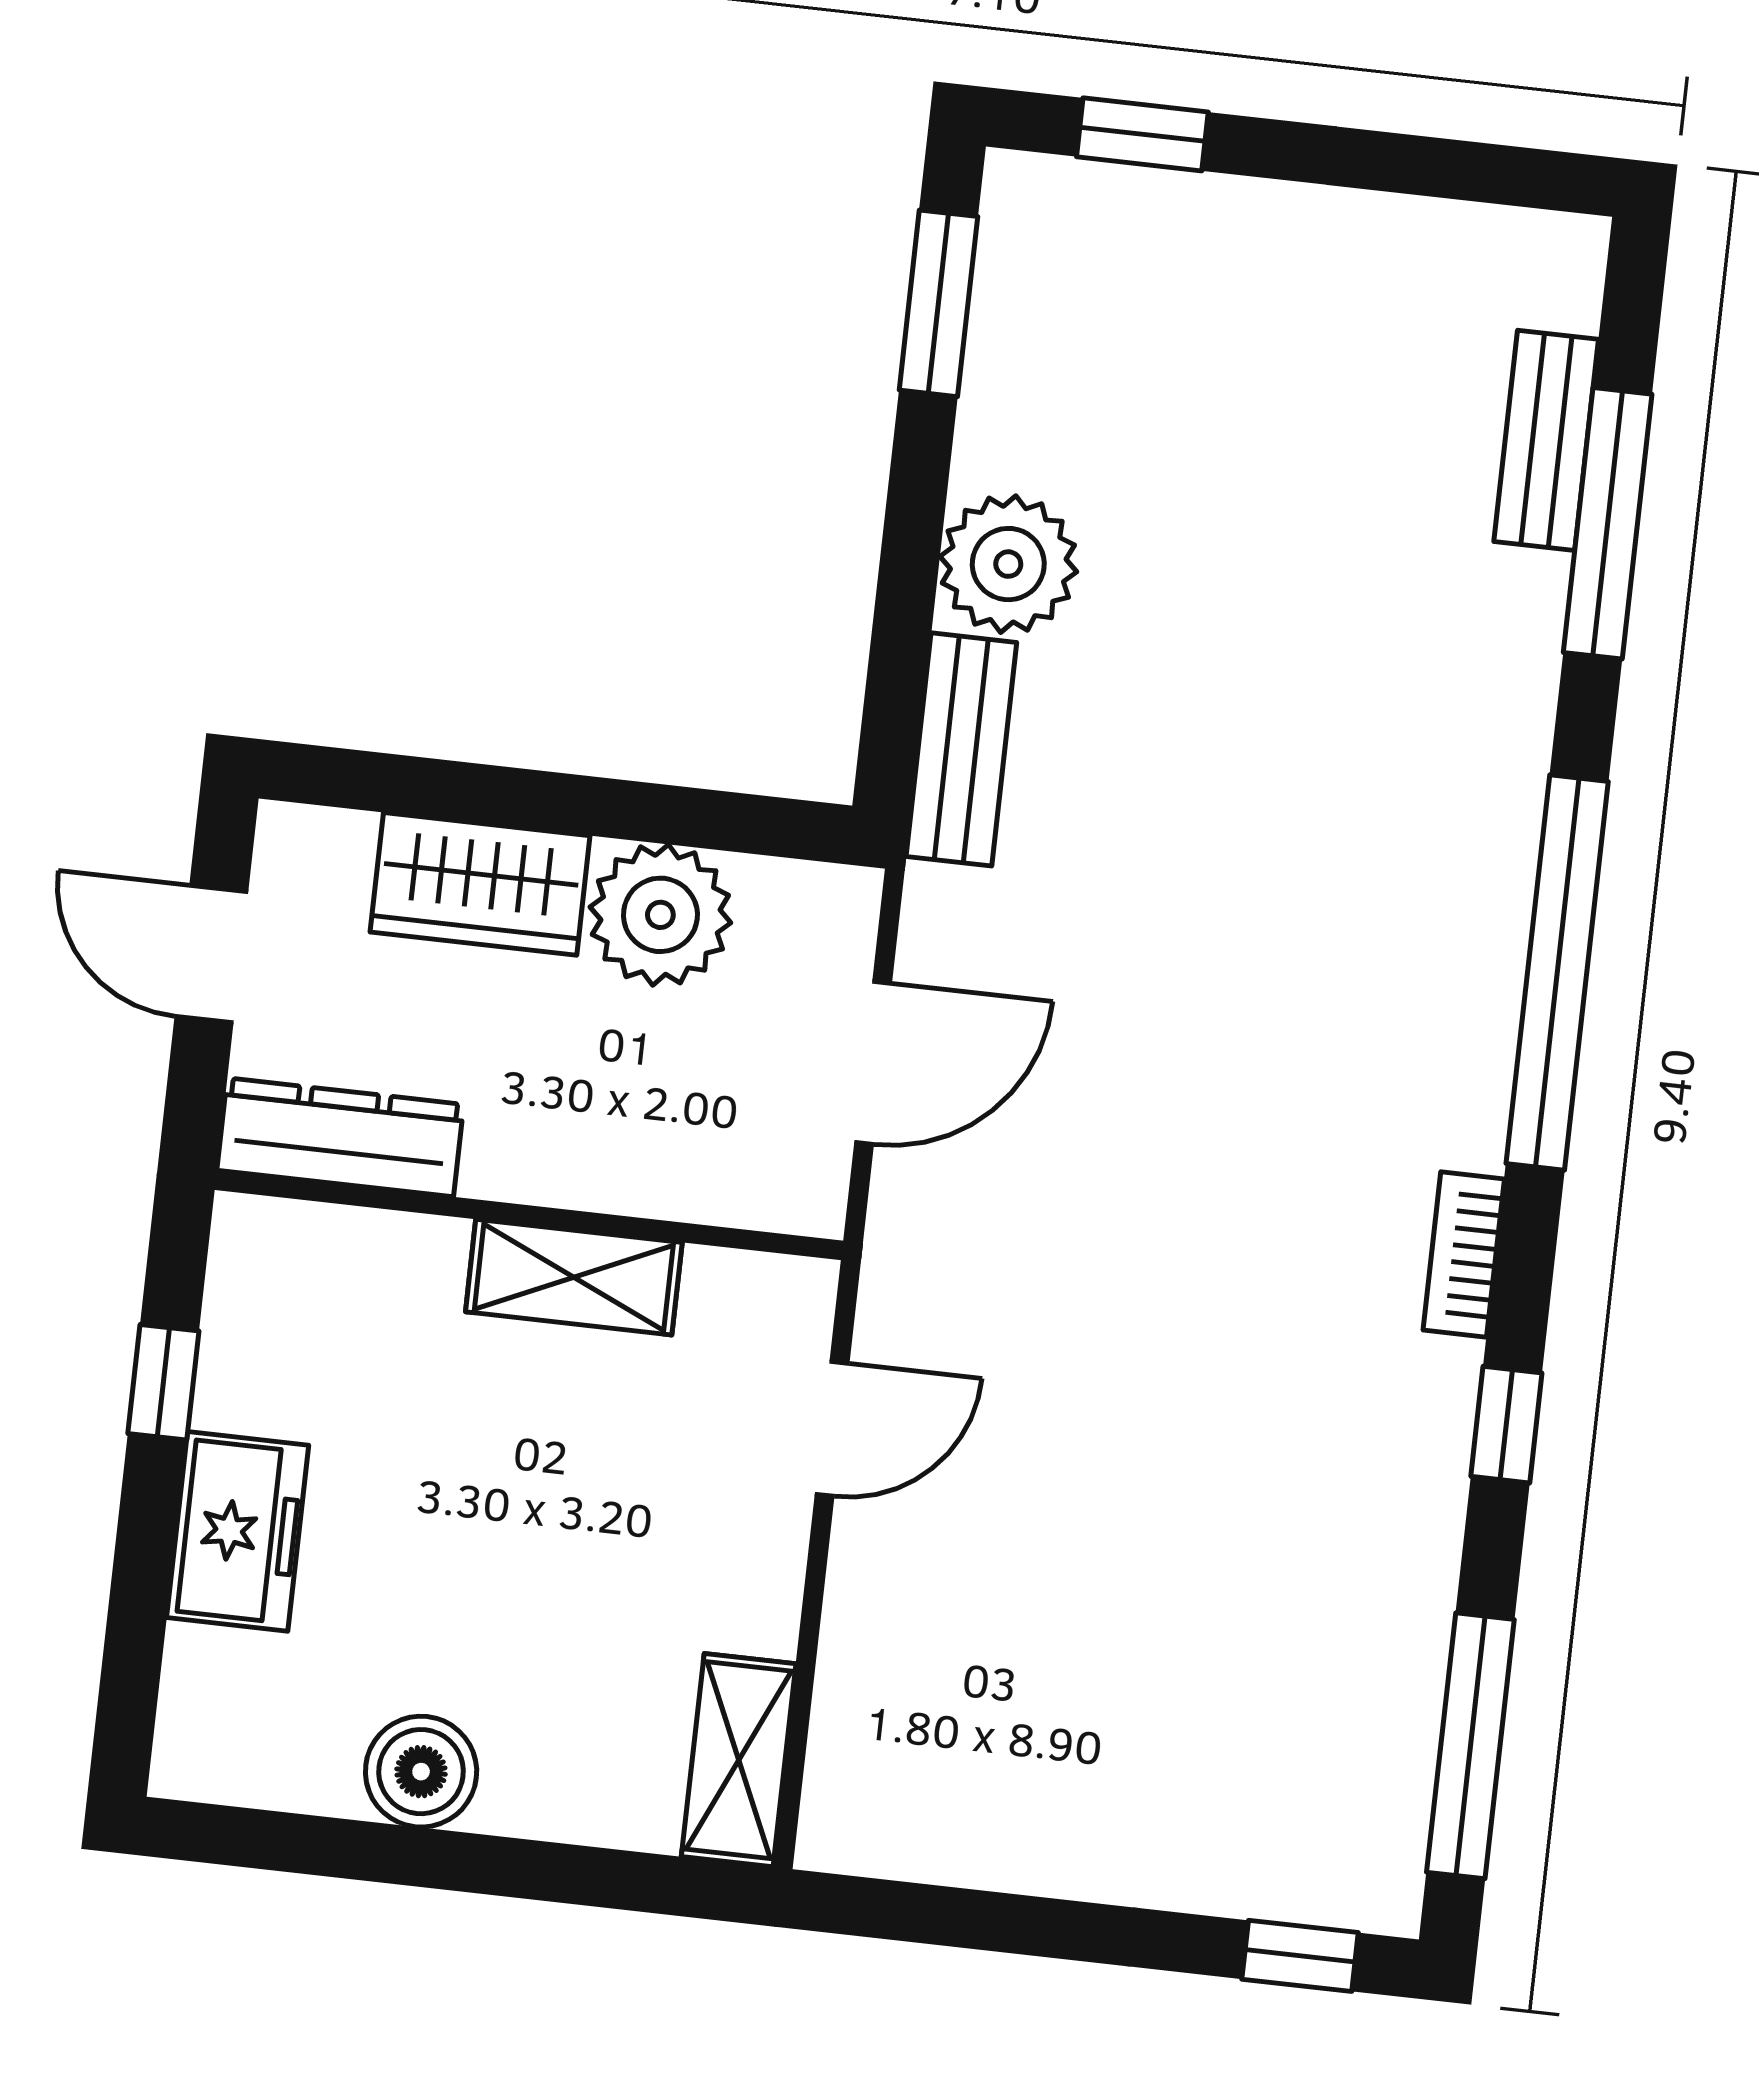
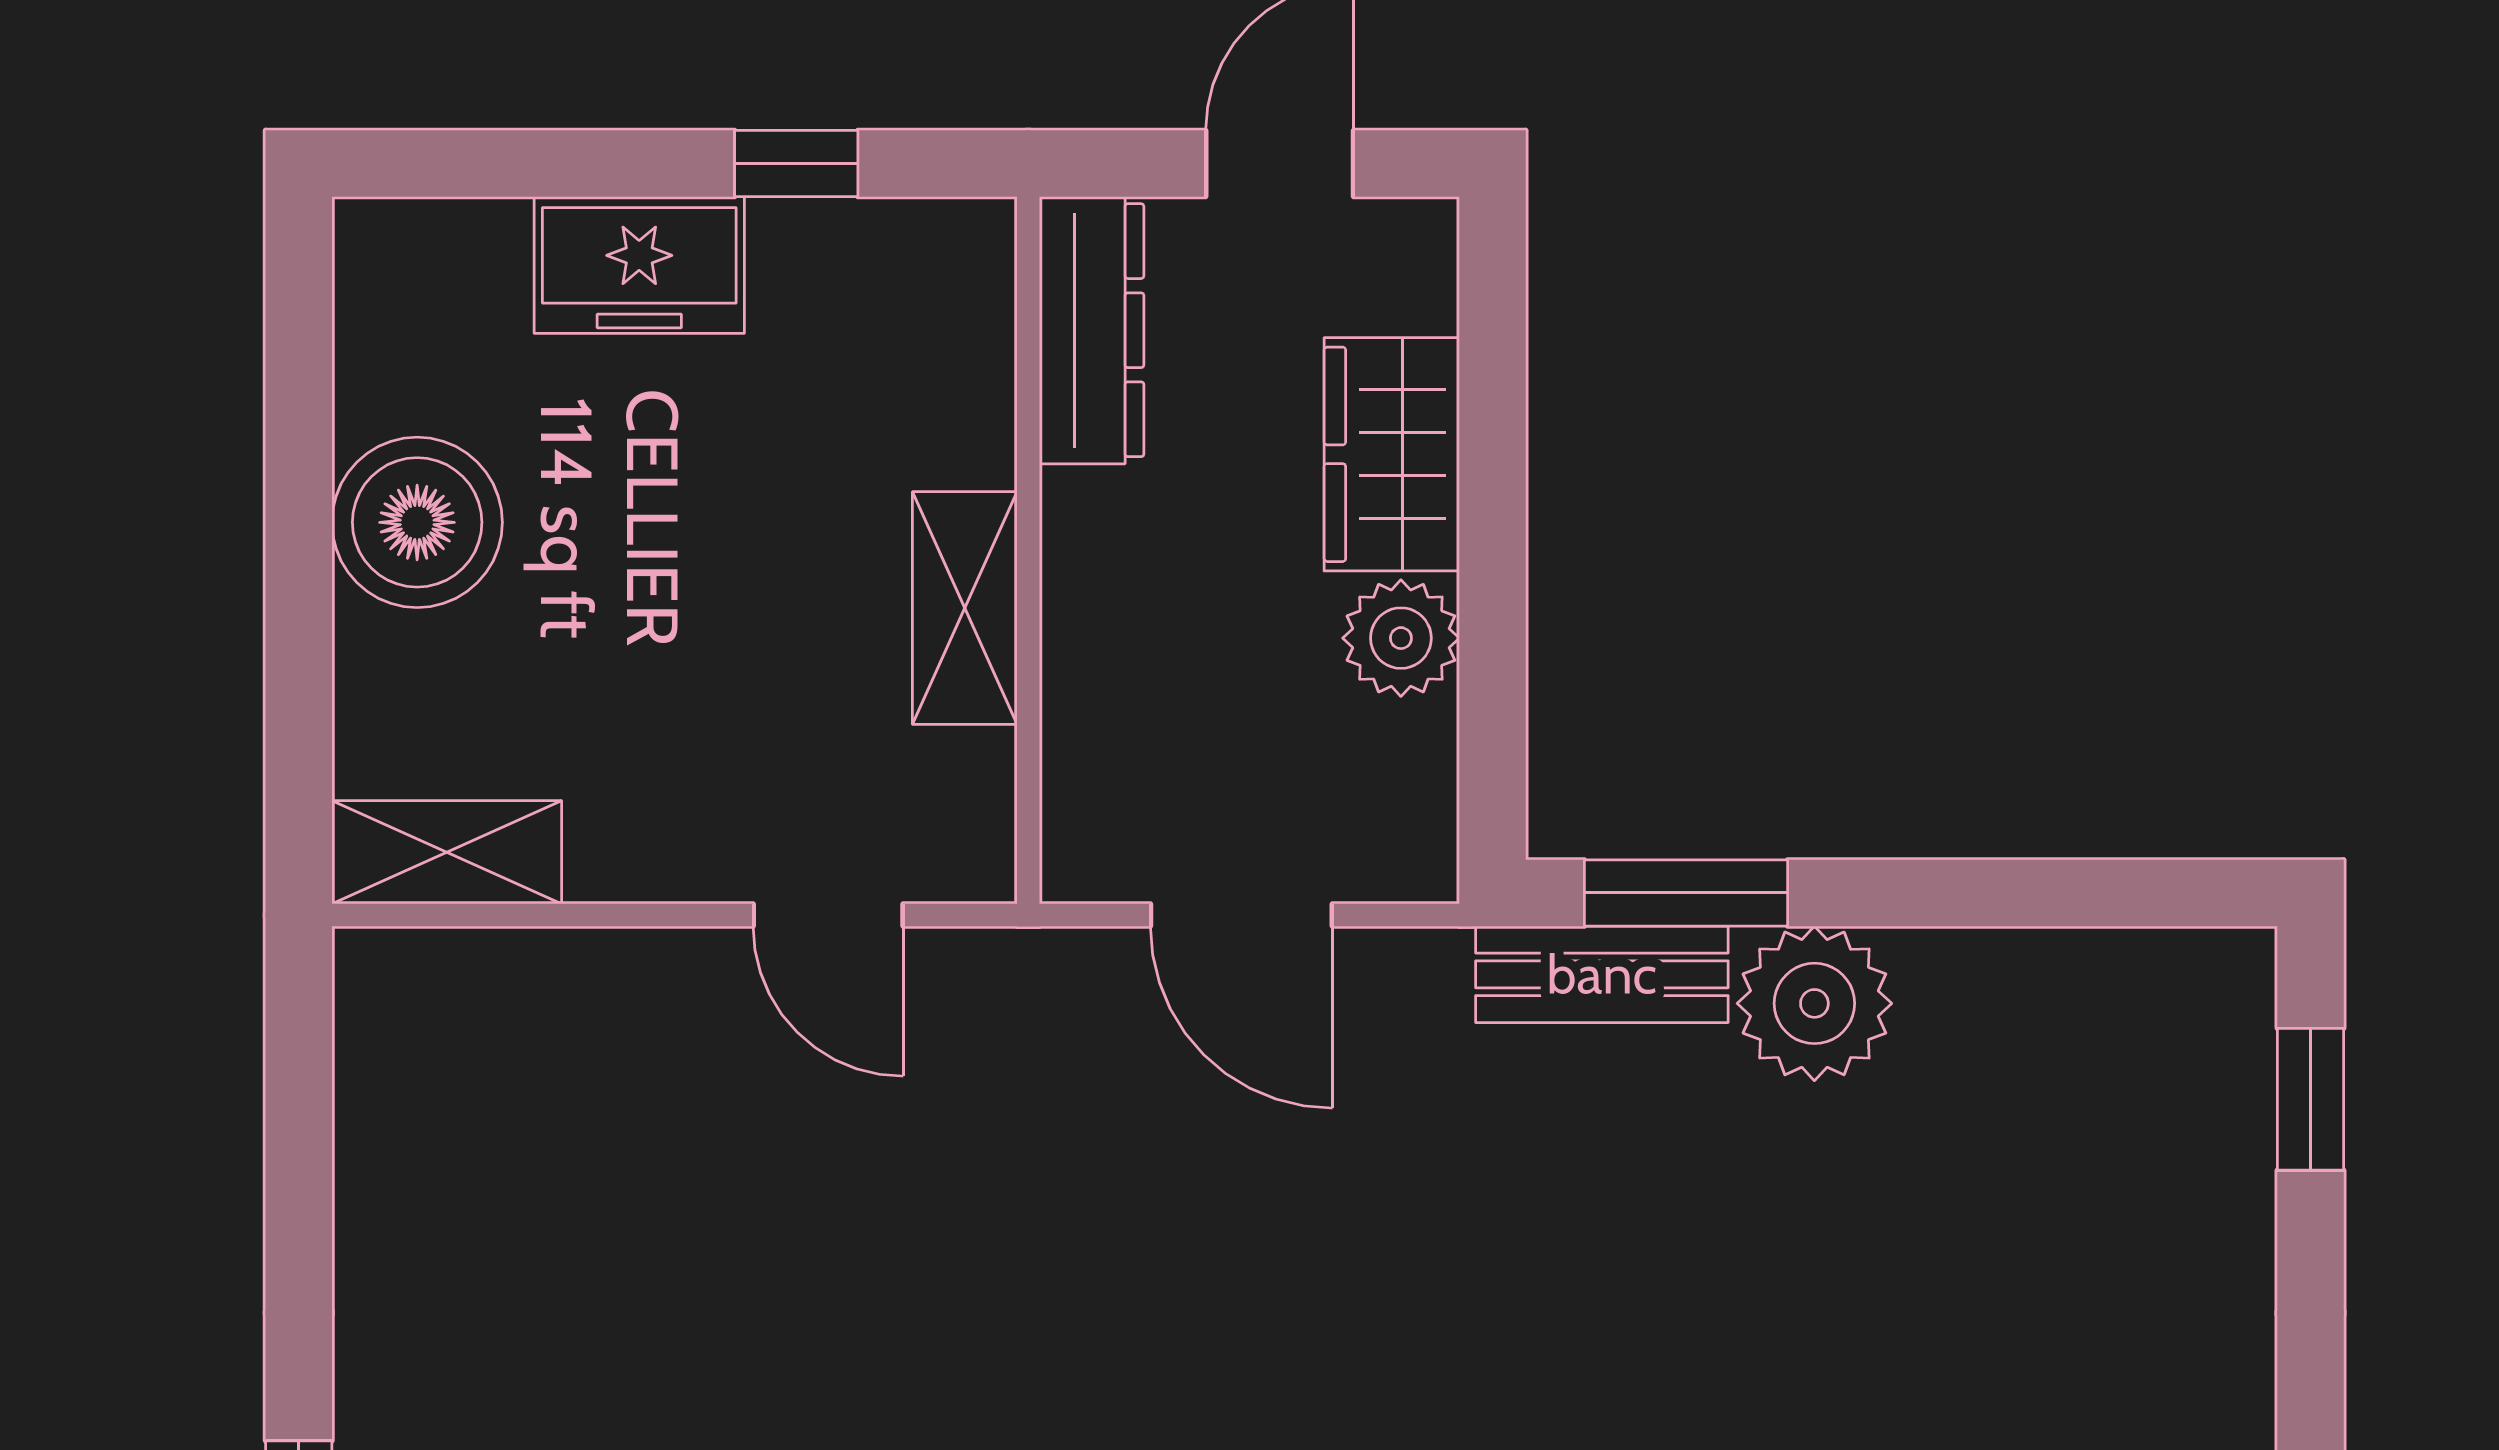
window: (938, 303) -> (1686, 893), moved
plant: (660, 915) -> (1401, 638), width x0.73, depth x0.73
boiler: (421, 1772) -> (417, 522), width x1.37, depth x1.37

